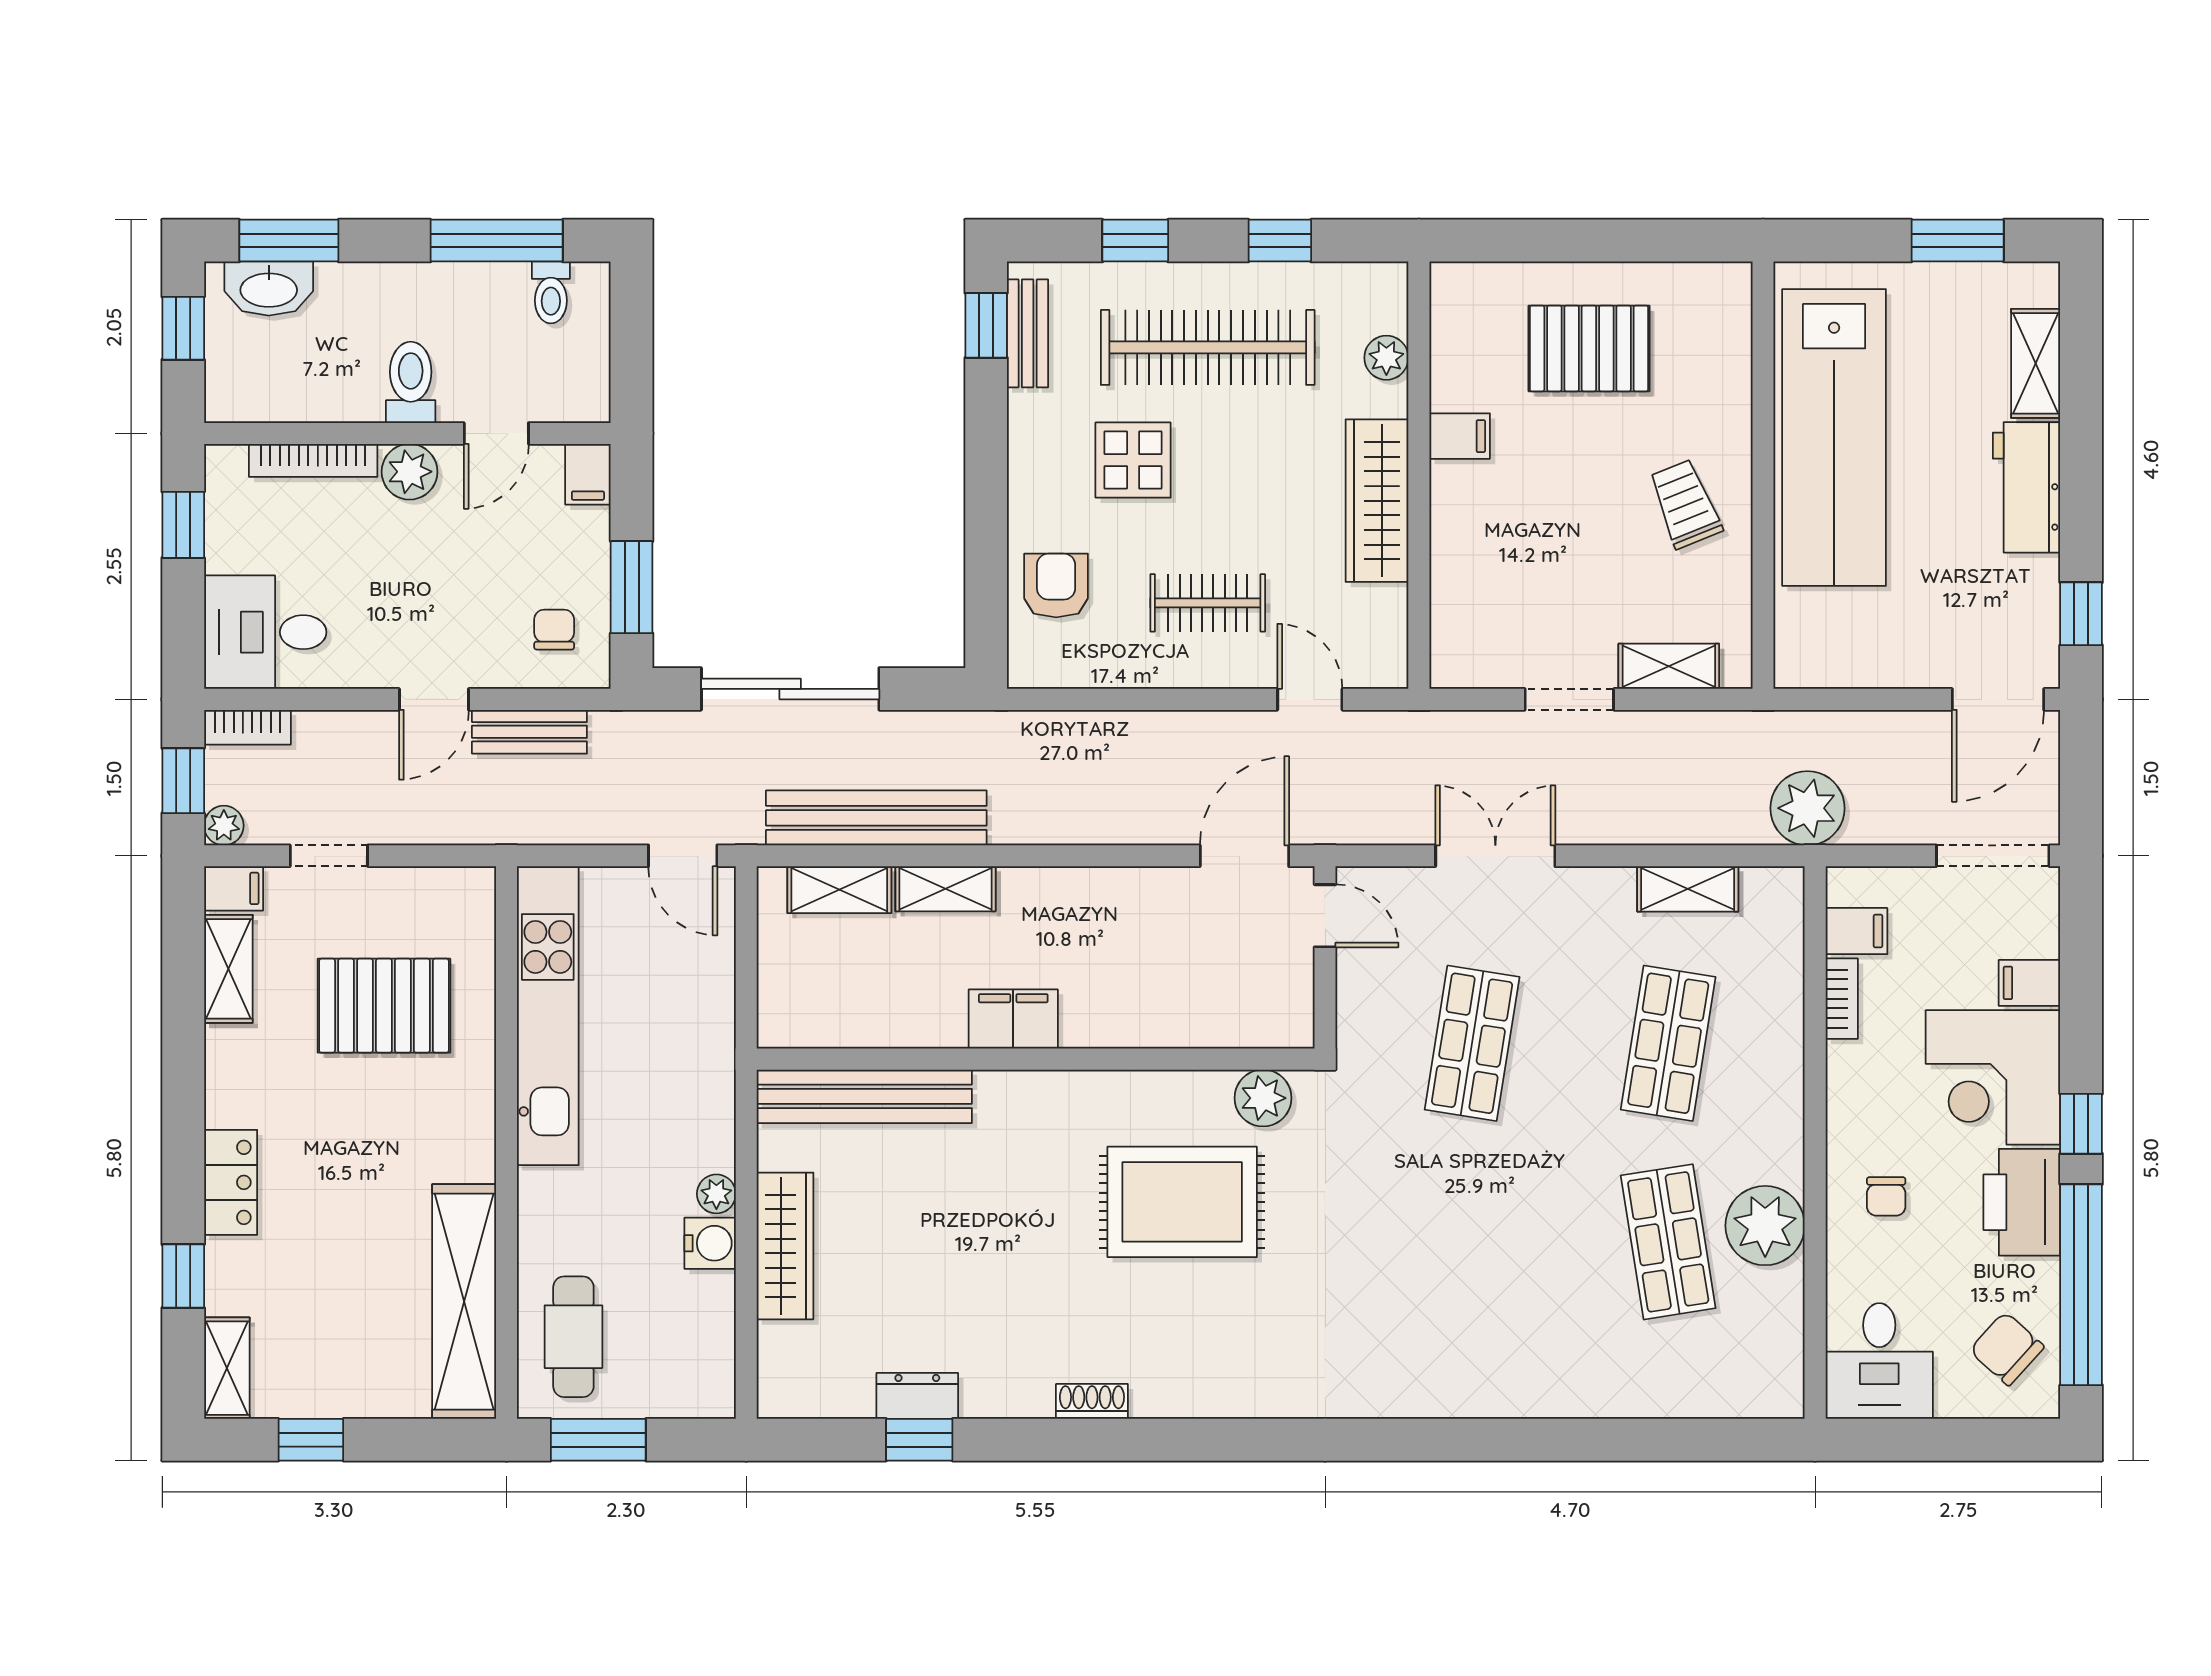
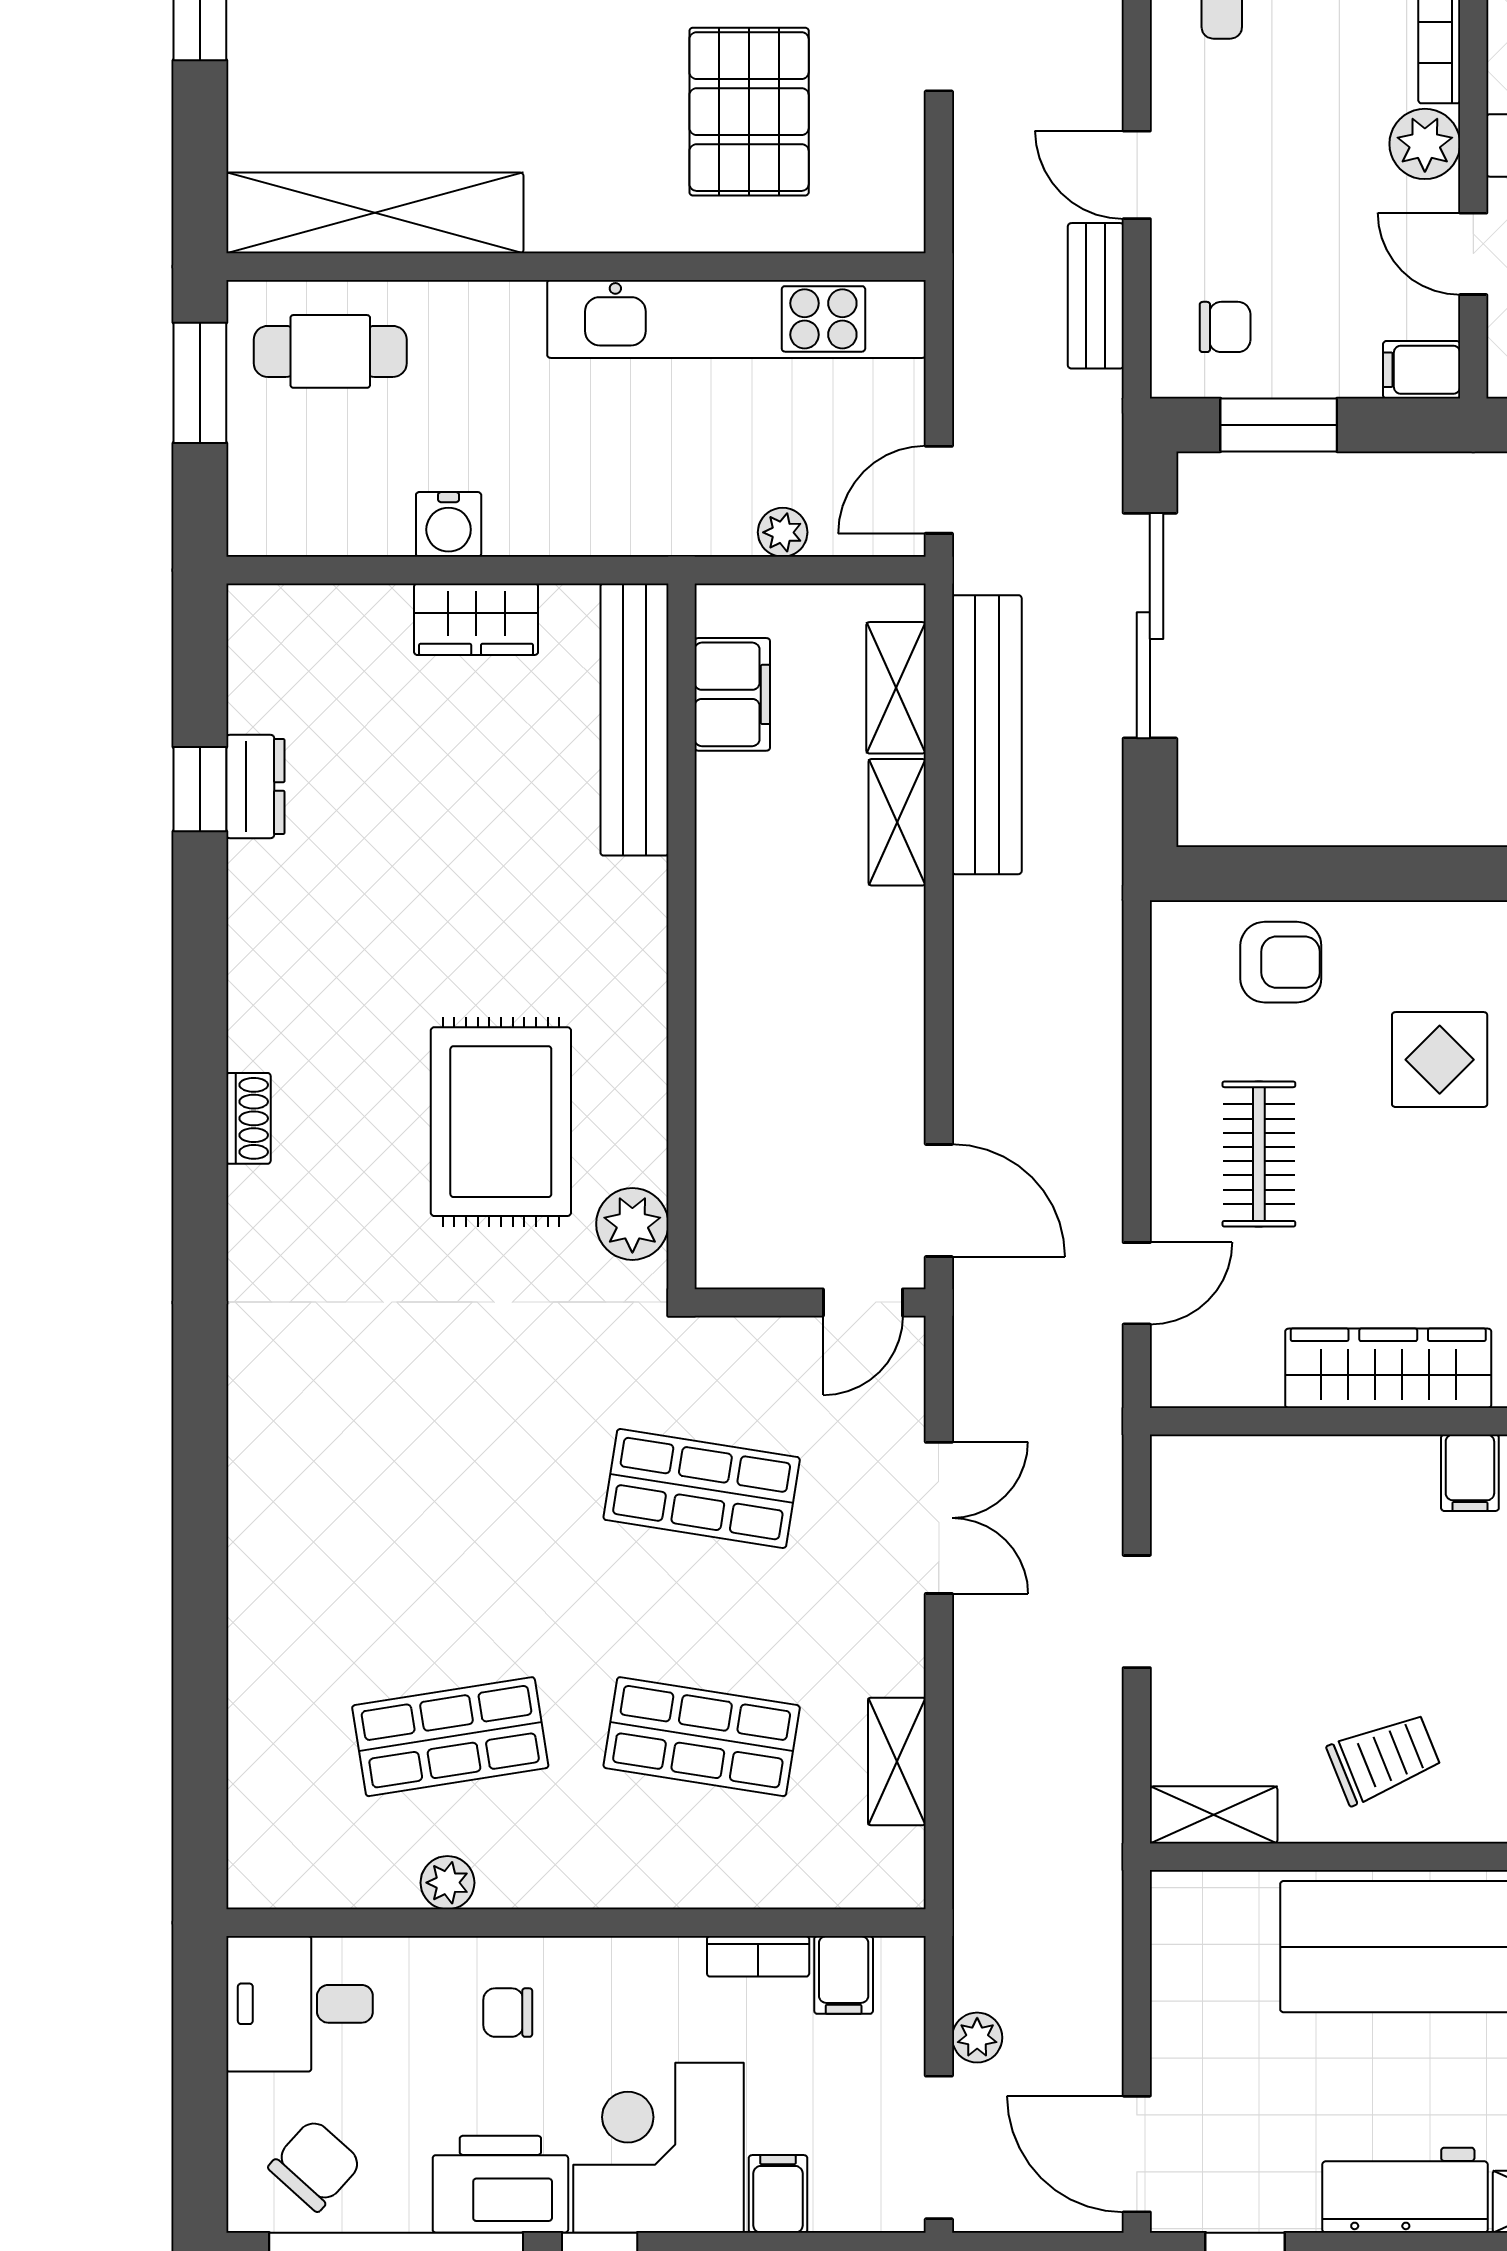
shelving: (1669, 666) -> (1214, 1815), moved, turned 90
plant: (1807, 808) -> (977, 2038), moved, width x0.53, depth x0.53
filing cabinet: (1013, 1019) -> (732, 694), moved
plant: (716, 1194) -> (783, 532), moved
plant: (1765, 1226) -> (447, 1883), width x0.53, depth x0.53
wardrobe: (785, 1246) -> (476, 619), width x0.67
shoe rack: (1092, 1401) -> (248, 1118), moved

